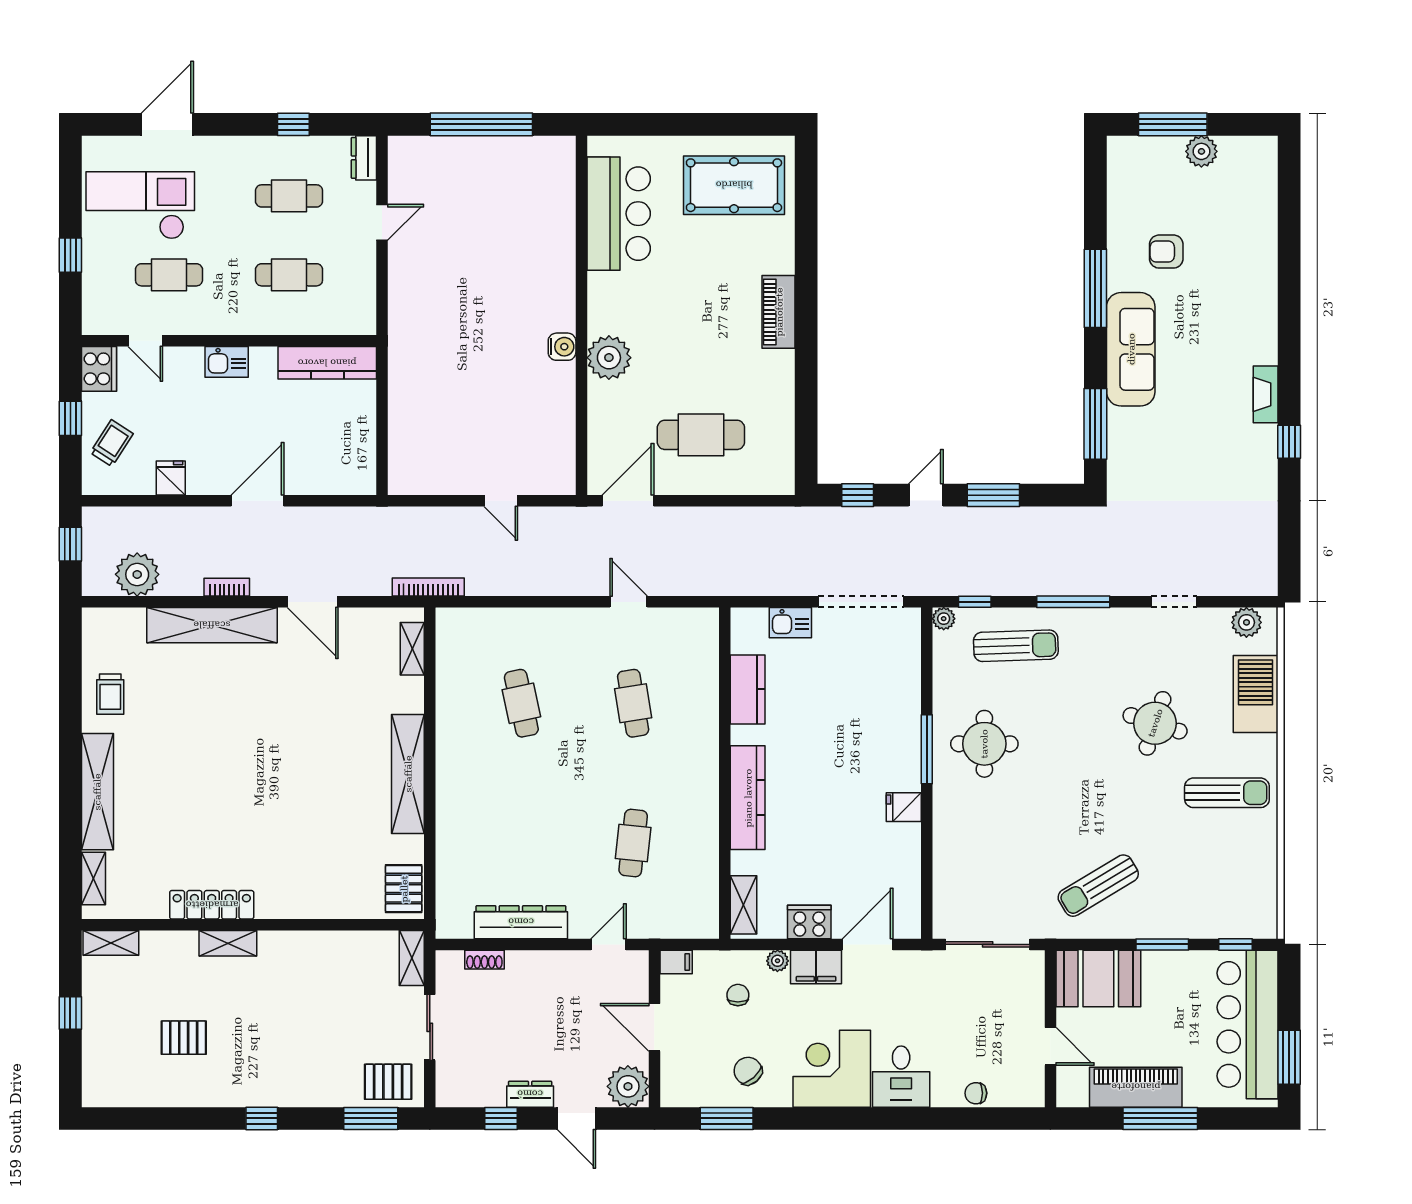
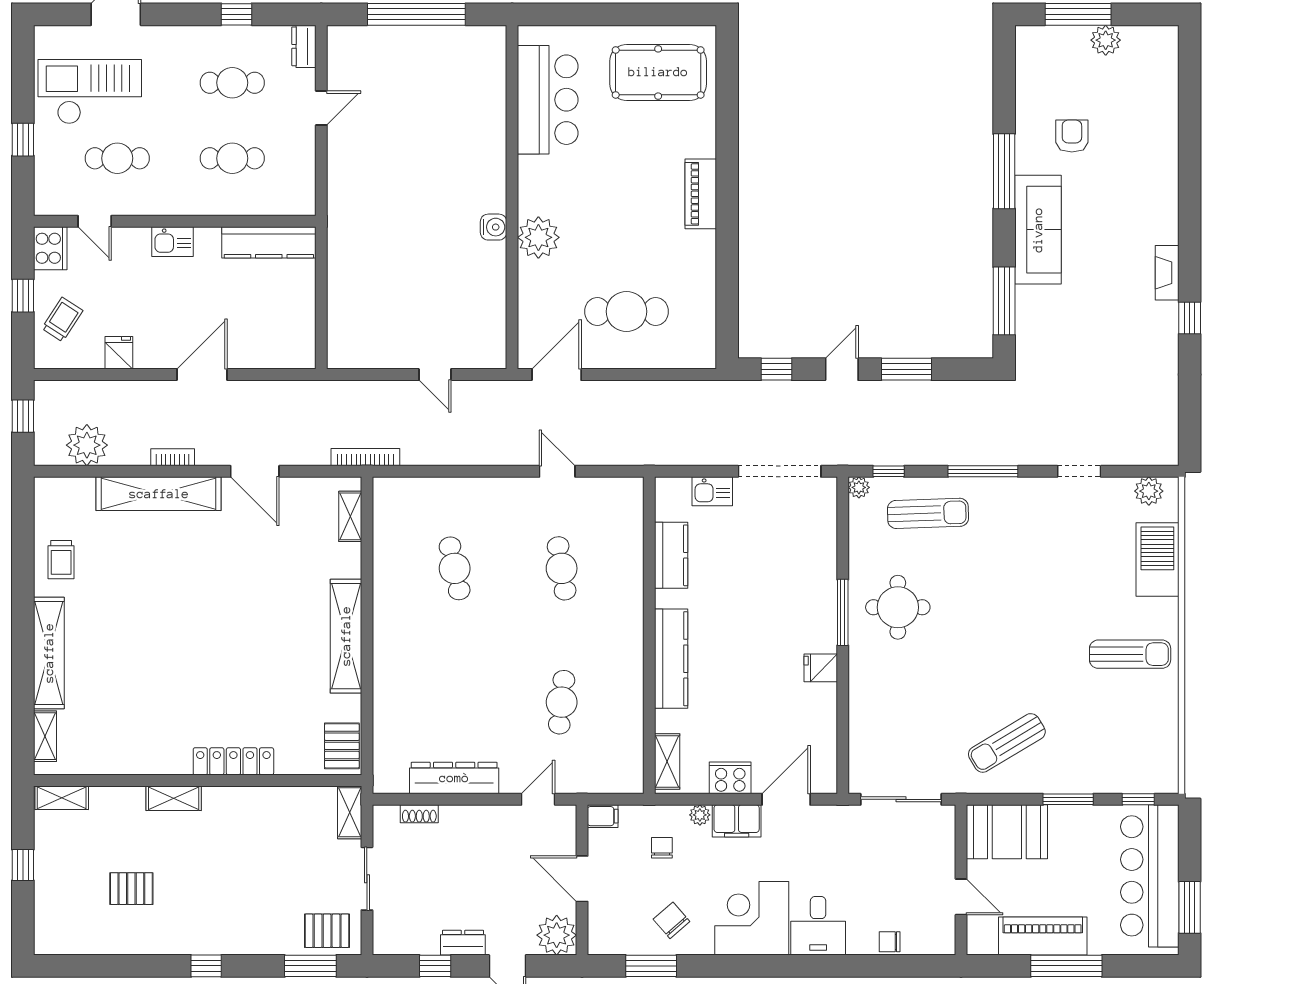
armchair: (1166, 252) -> (1072, 136), turned 90
round table: (1155, 723) -> (1061, 588), removed
locker: (212, 905) -> (233, 761), moved

